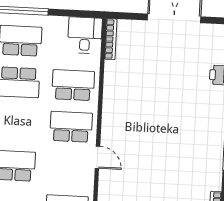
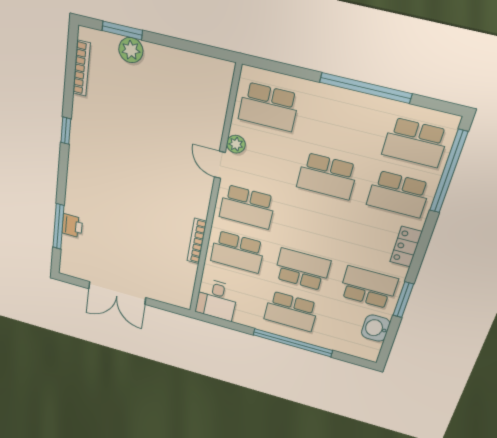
bookcase: (111, 39) -> (197, 241), moved
plant: (87, 177) -> (236, 144), added

